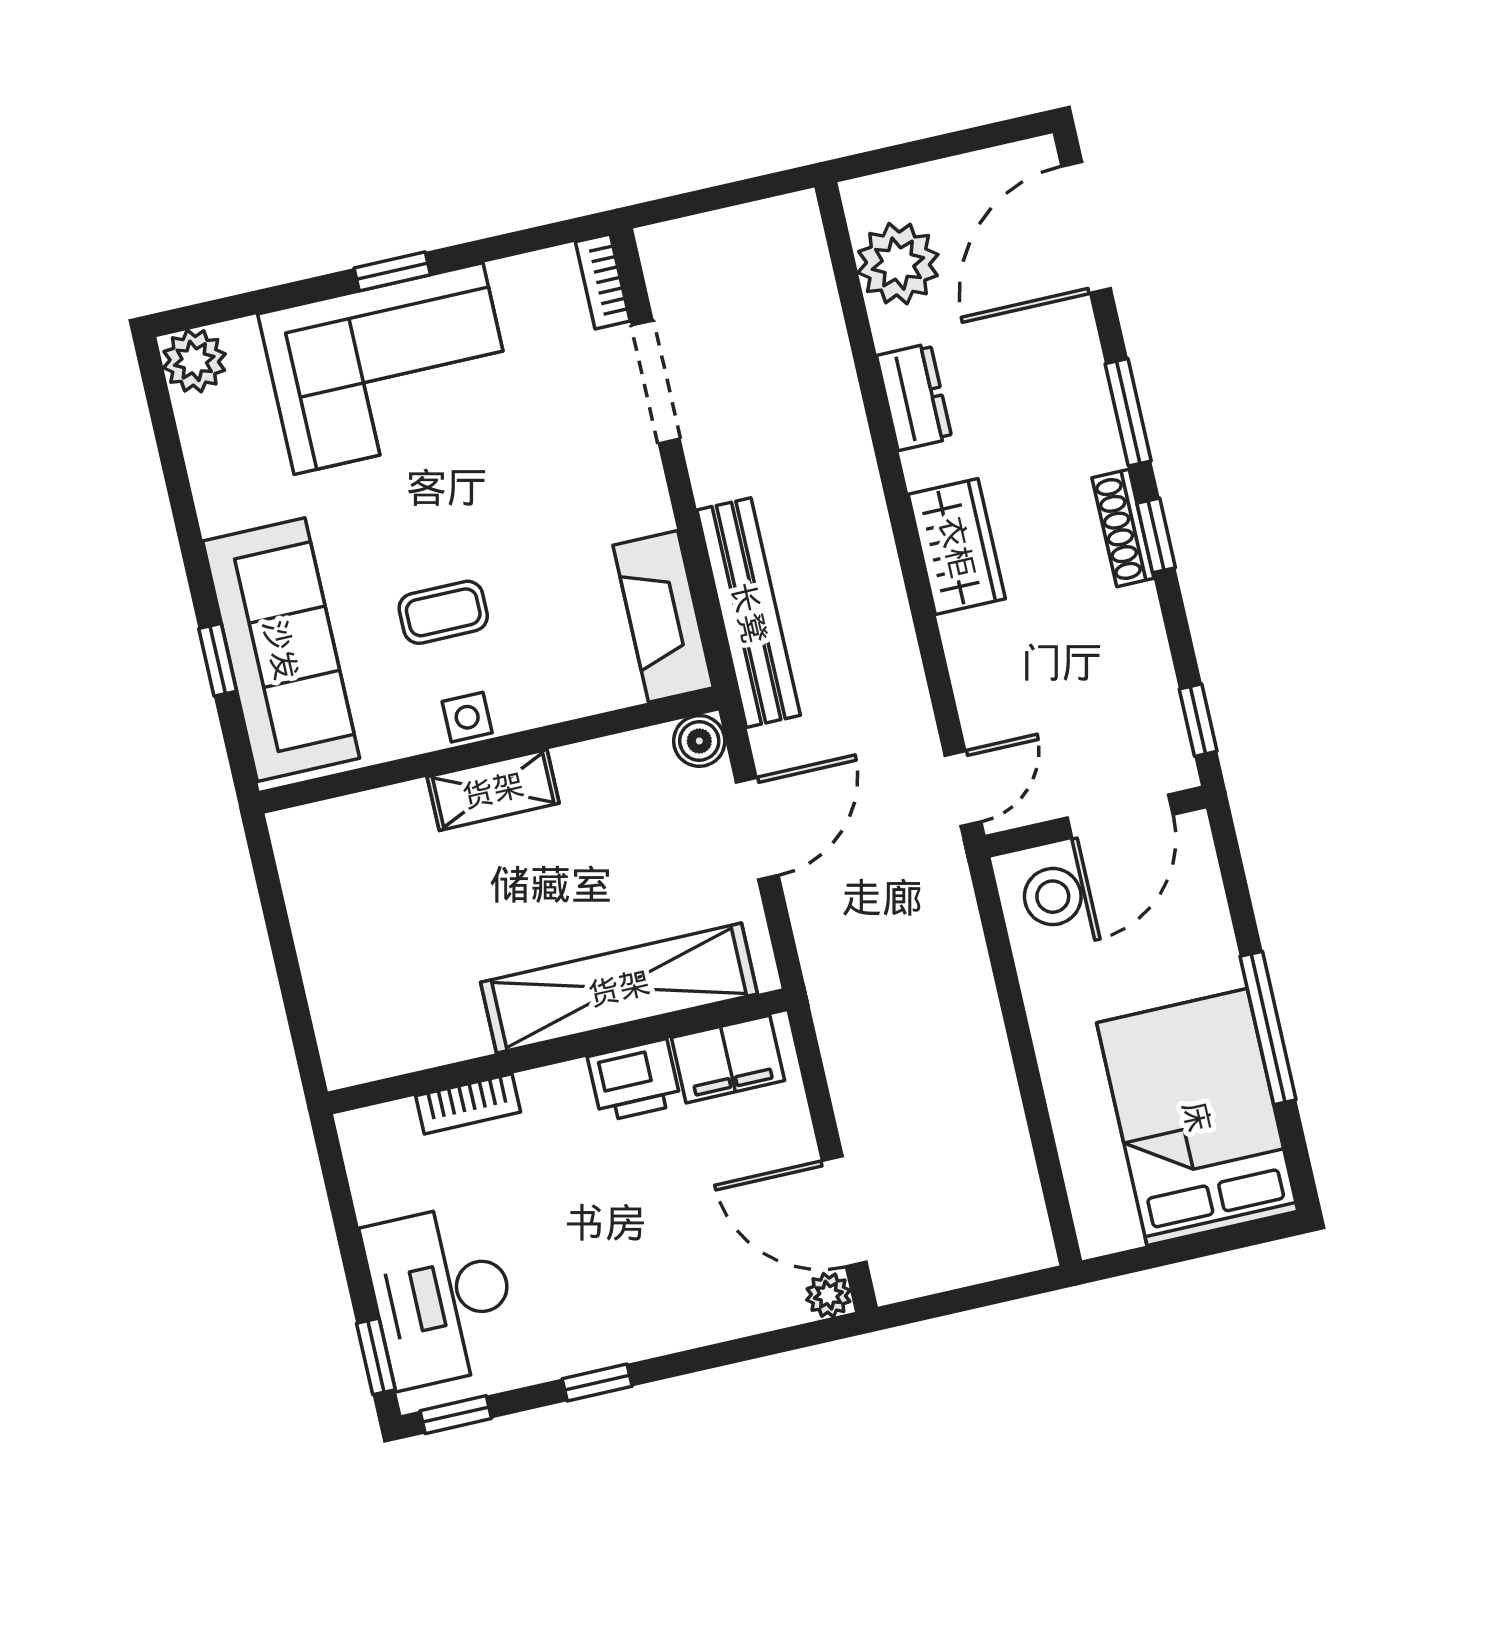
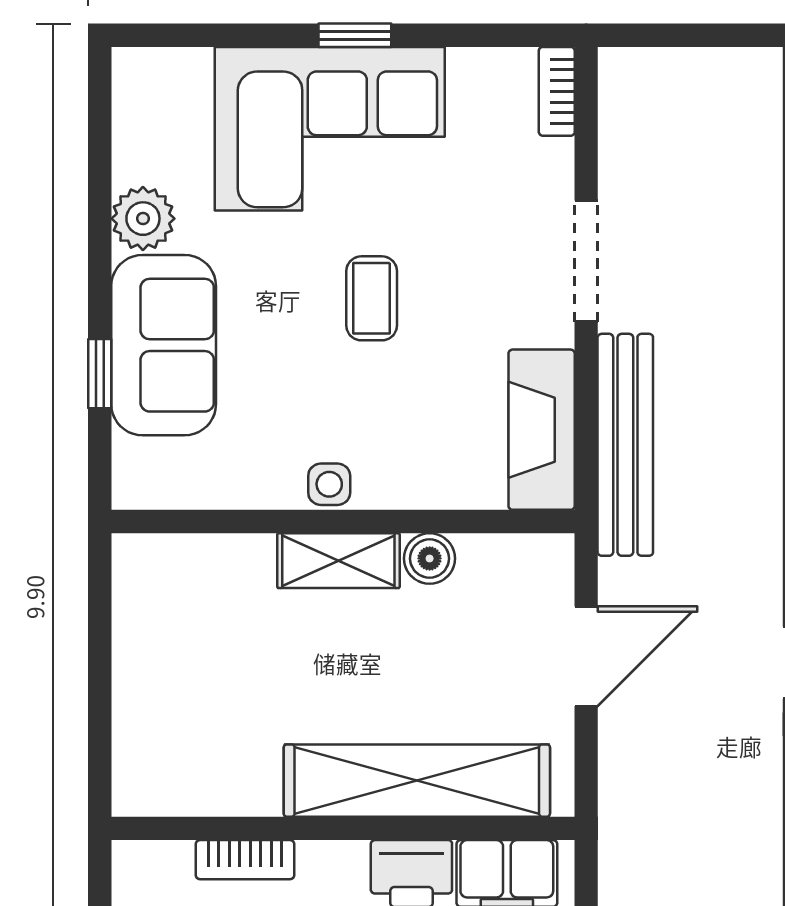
plant: (194, 361) -> (143, 219), moved
doorway: (656, 382) -> (586, 261), moved
coffee table: (443, 612) -> (372, 298), moved, turned 90
sofa: (281, 650) -> (164, 345), width x0.73
boiler: (699, 741) -> (430, 558), moved

